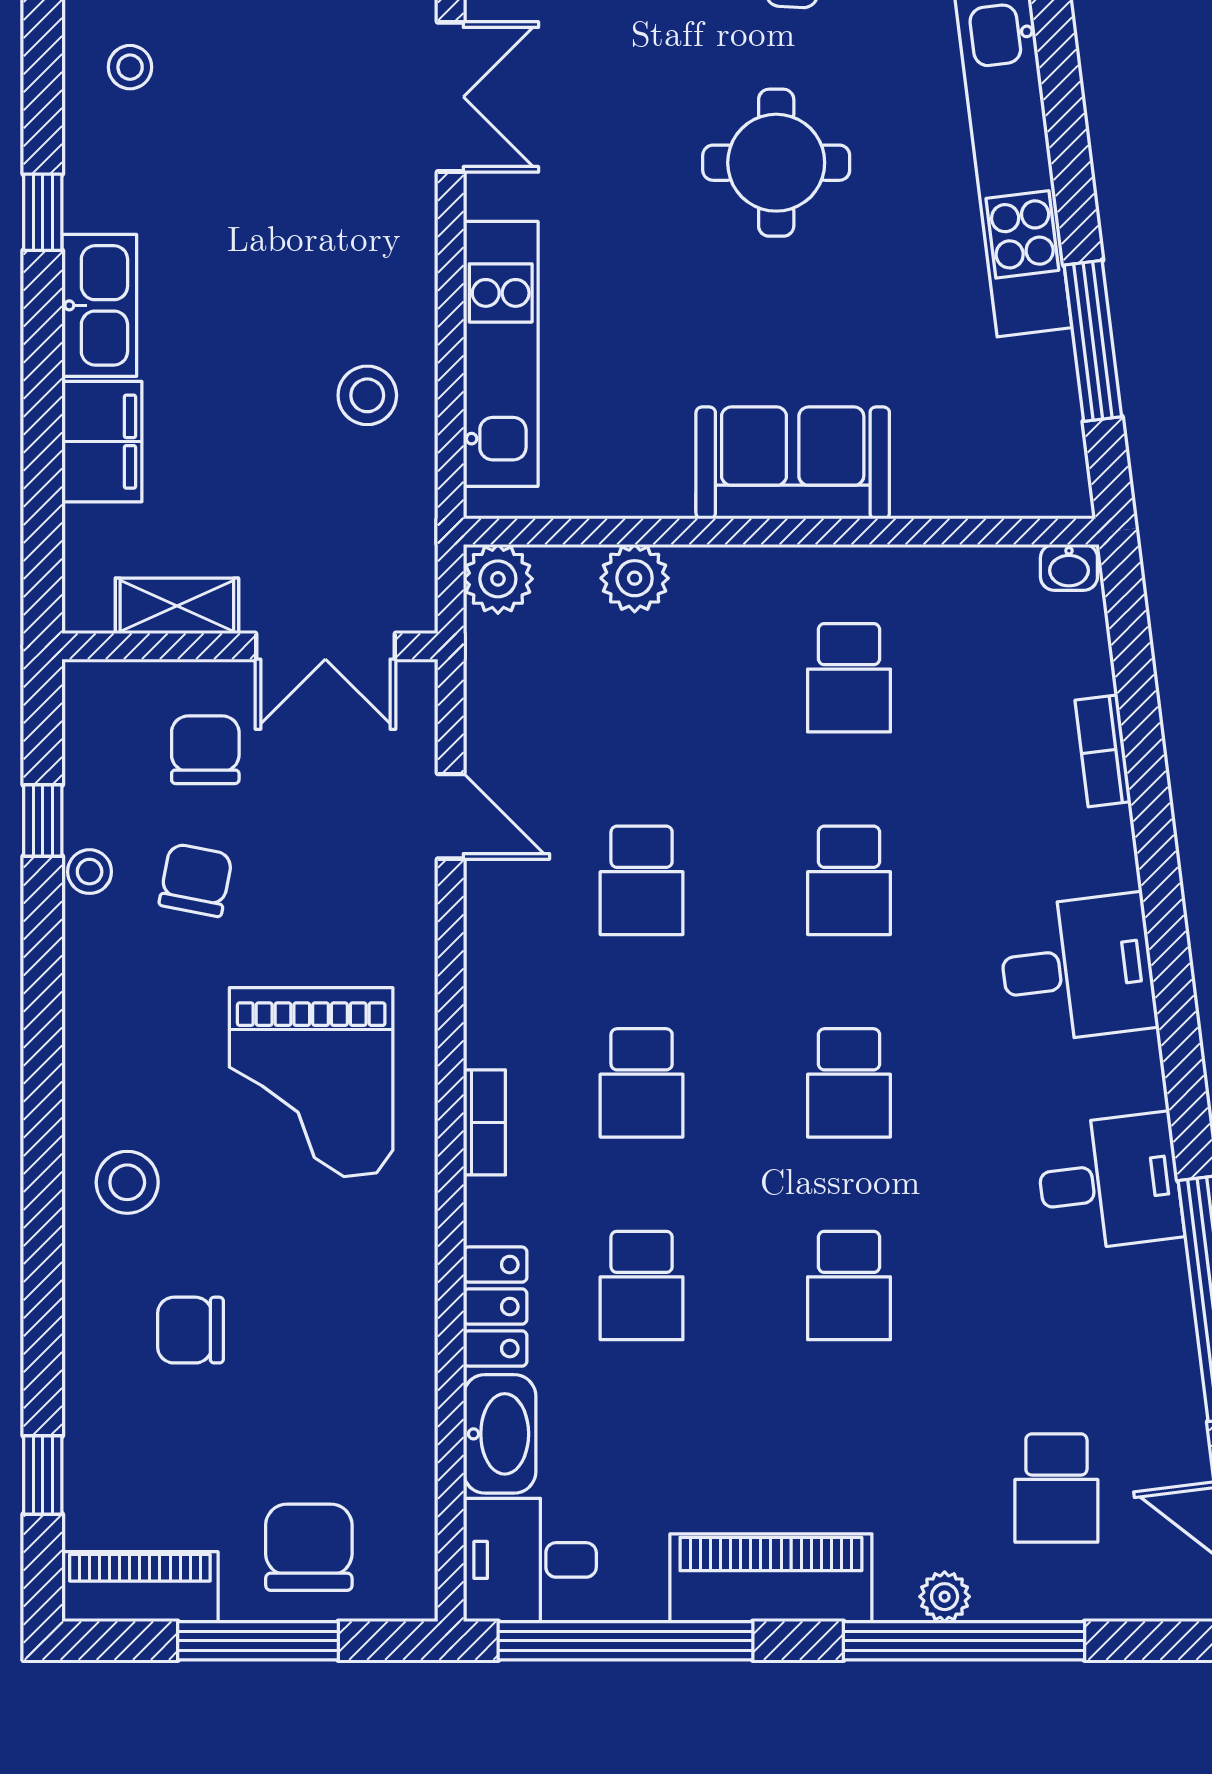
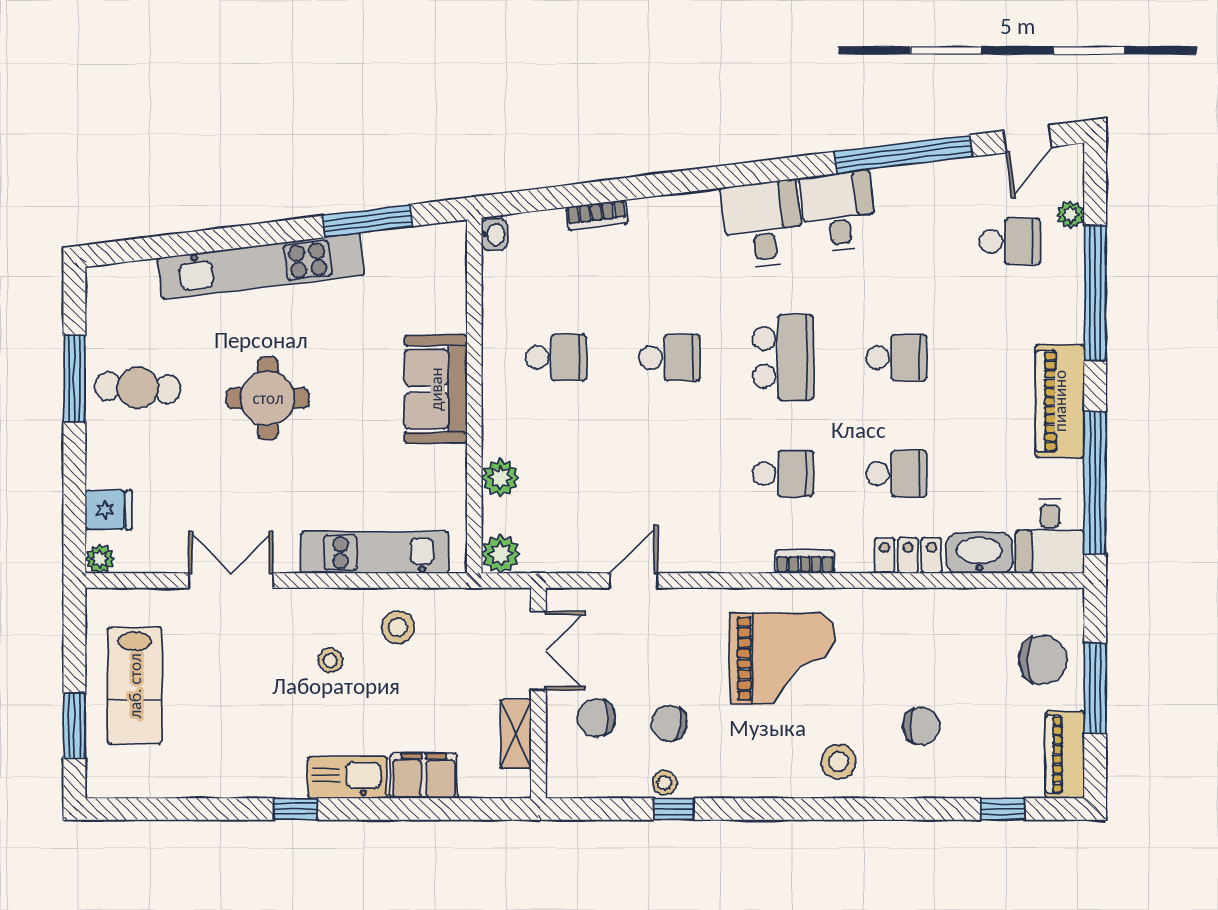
stool: (130, 67) -> (330, 660), moved
window: (43, 821) -> (674, 809), moved
school desk: (642, 880) -> (669, 474), removed
desk: (1077, 968) -> (763, 224), moved
school desk: (849, 1083) -> (783, 358), width x1.85
chair: (191, 1330) -> (921, 726), turned -91
chair: (309, 1547) -> (1043, 660), turned 180
plant: (945, 1597) -> (1070, 215), moved

